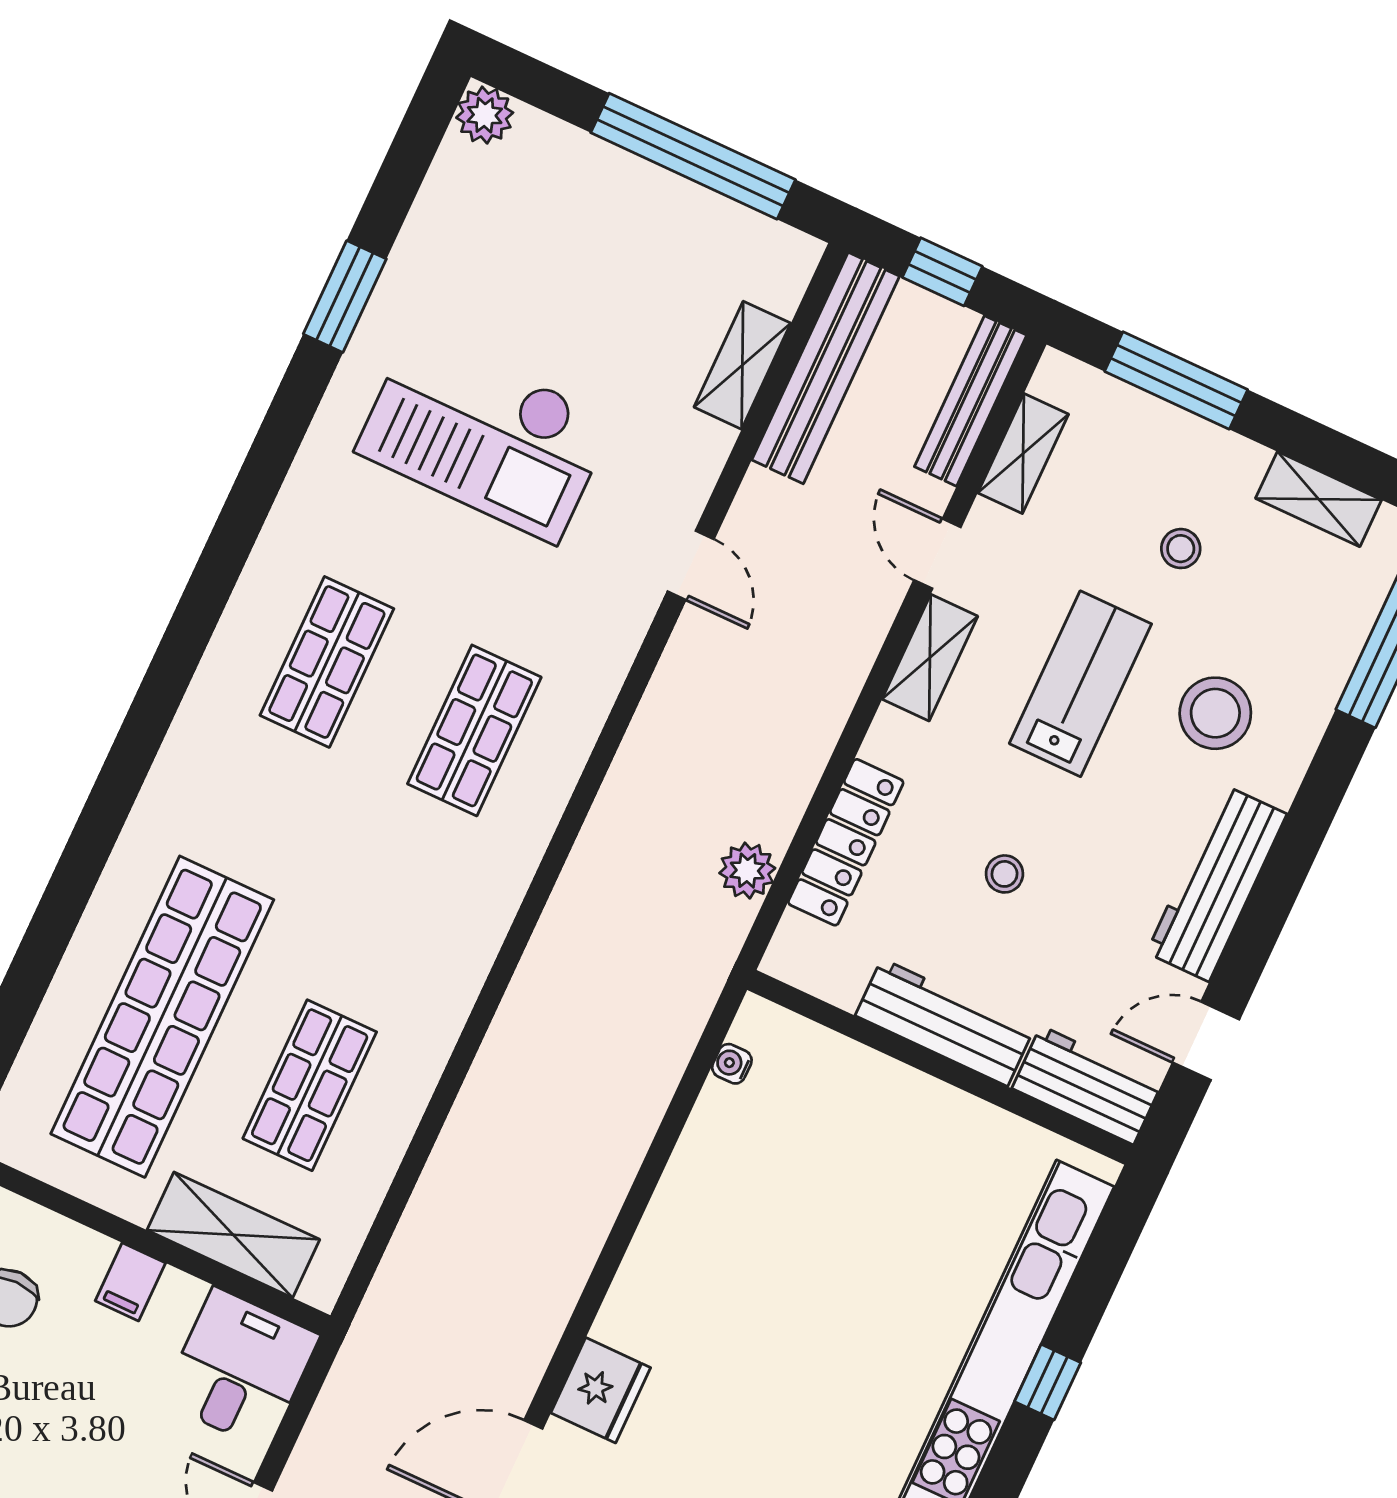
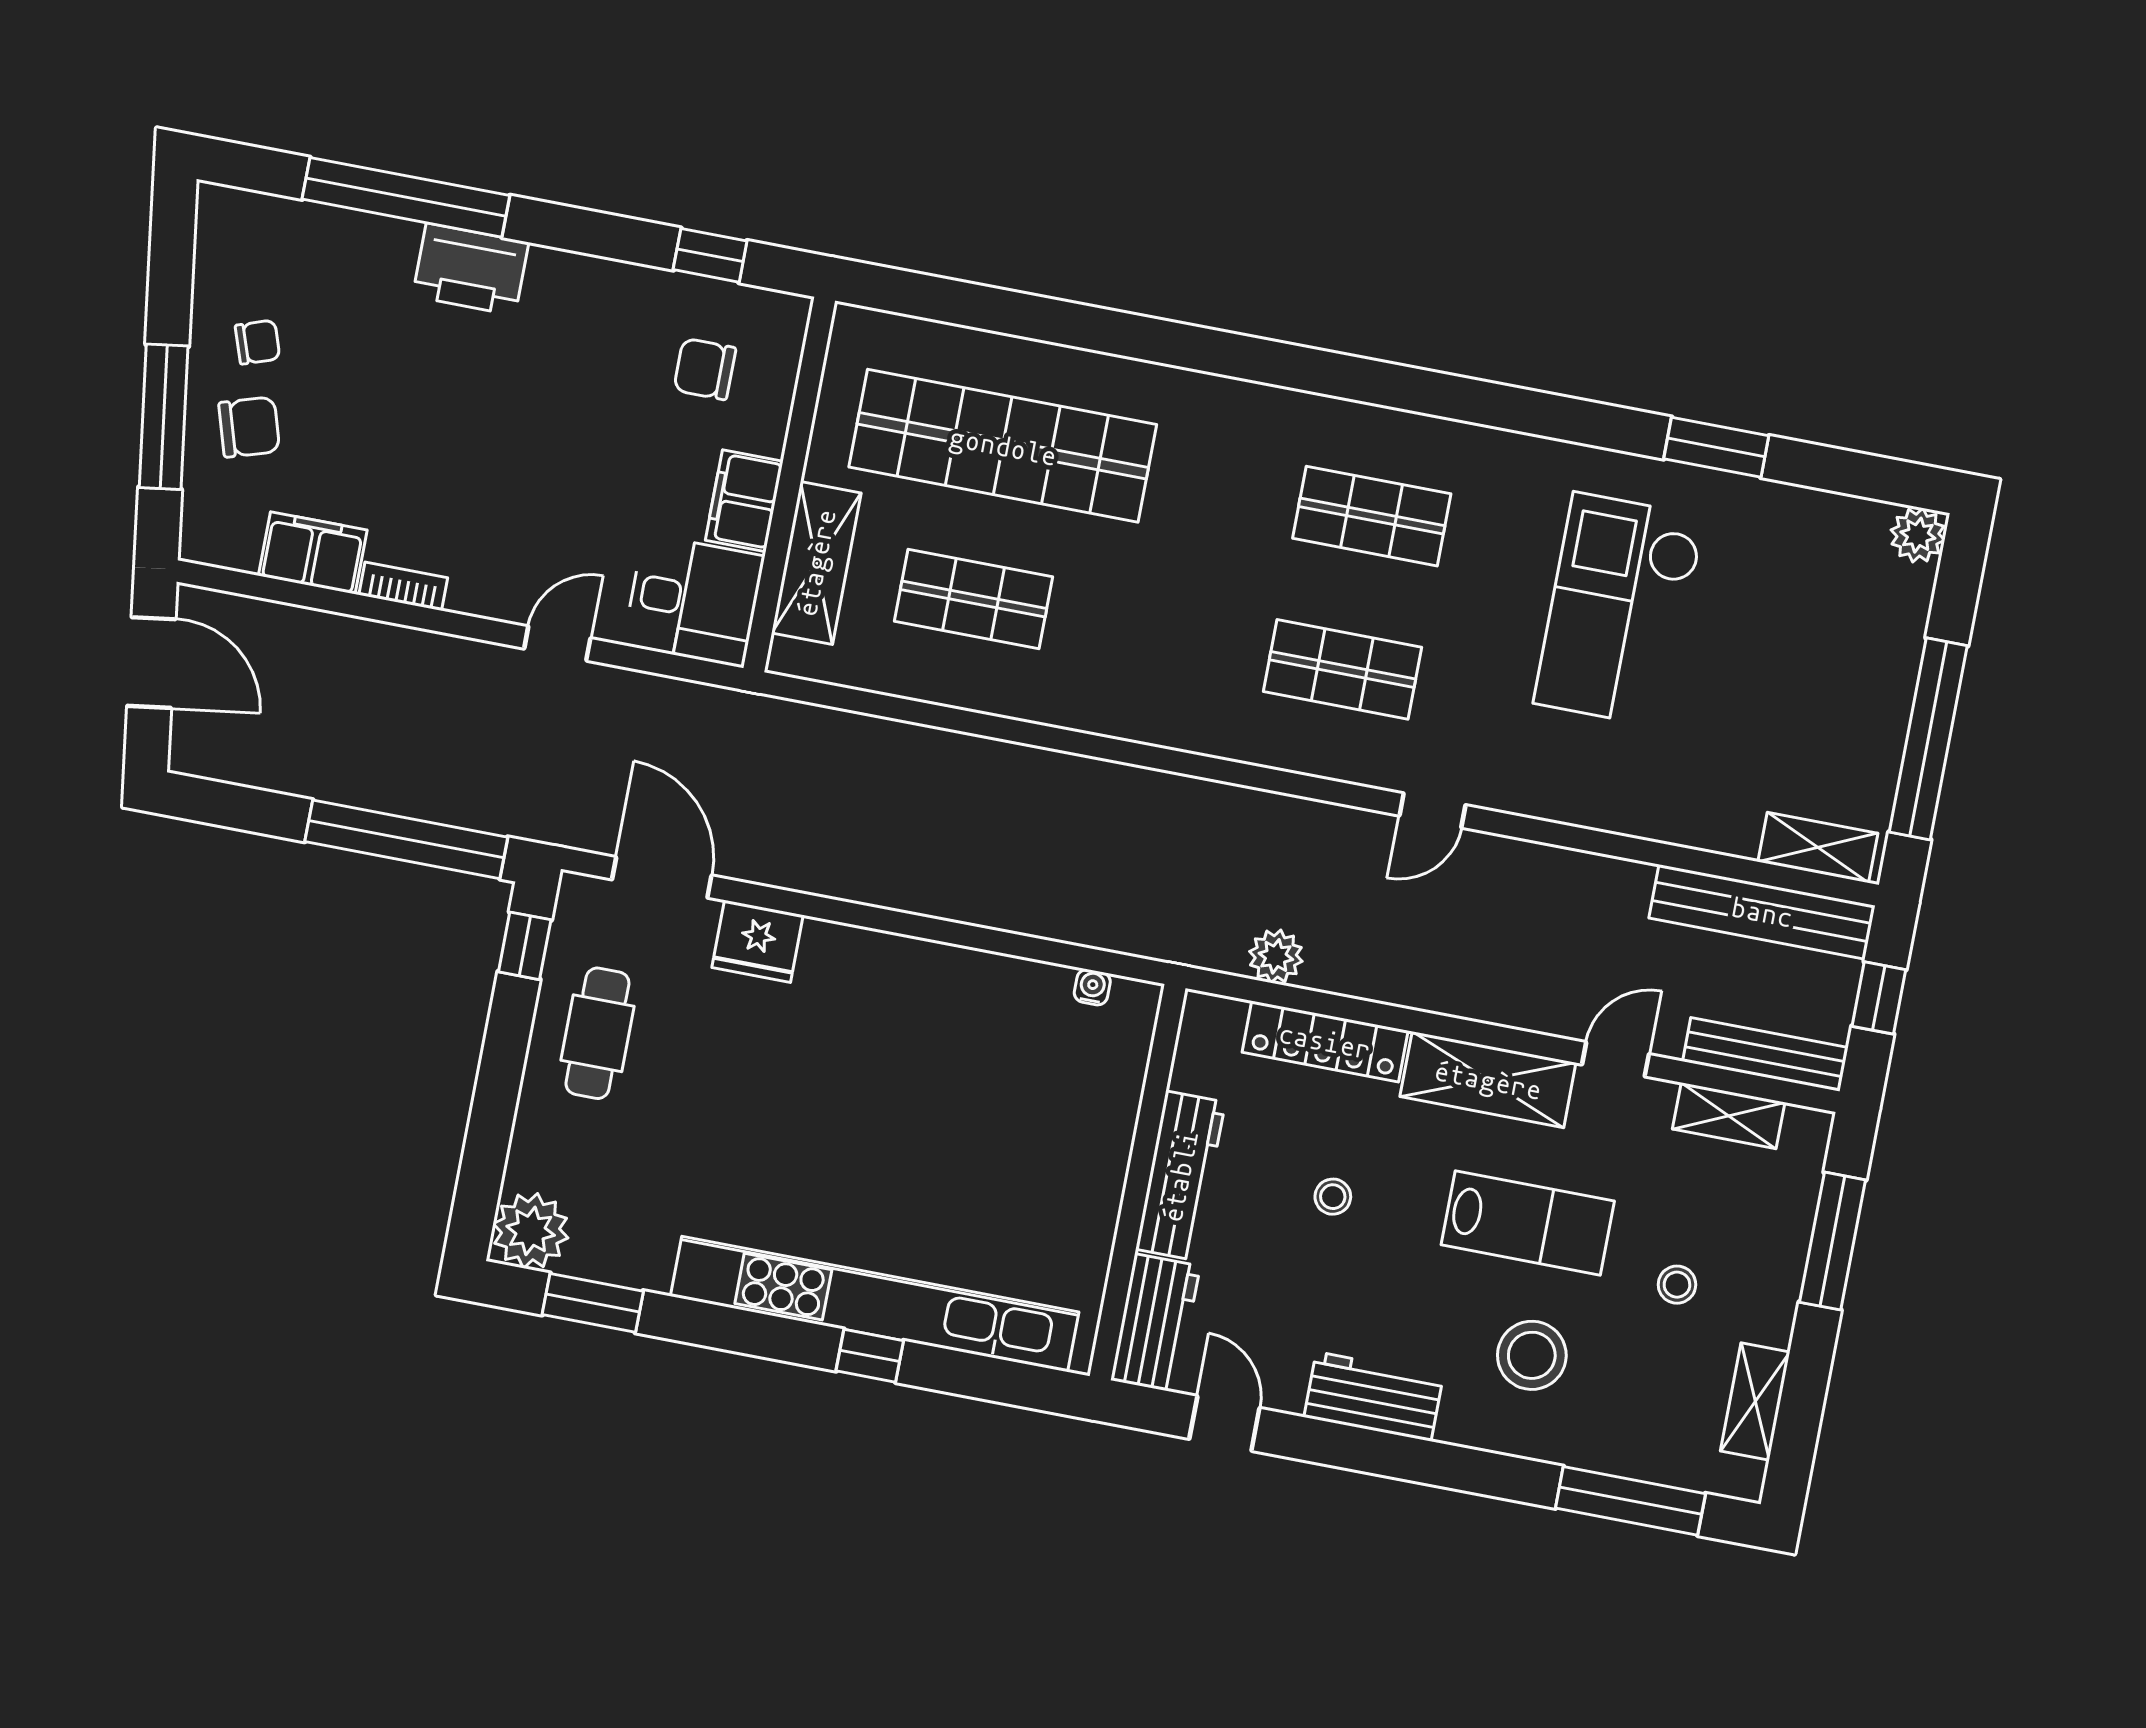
shelving: (742, 365) -> (1818, 847), moved
door: (691, 565) -> (1432, 810), moved
shelving: (930, 658) -> (1488, 1080), width x1.50, depth x1.33
workbench: (1217, 883) -> (1374, 1396), width x0.73
filing cabinet: (130, 1282) -> (744, 501), width x2.00

